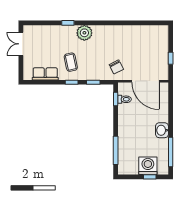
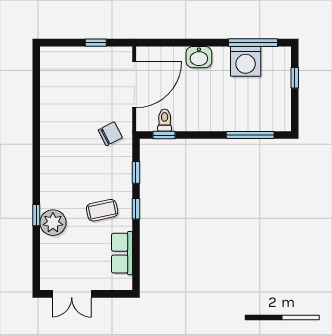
plant: (84, 33) -> (53, 223), moved
washbasin: (162, 130) -> (199, 57), moved
washing machine: (148, 166) -> (246, 61), moved, turned -90

